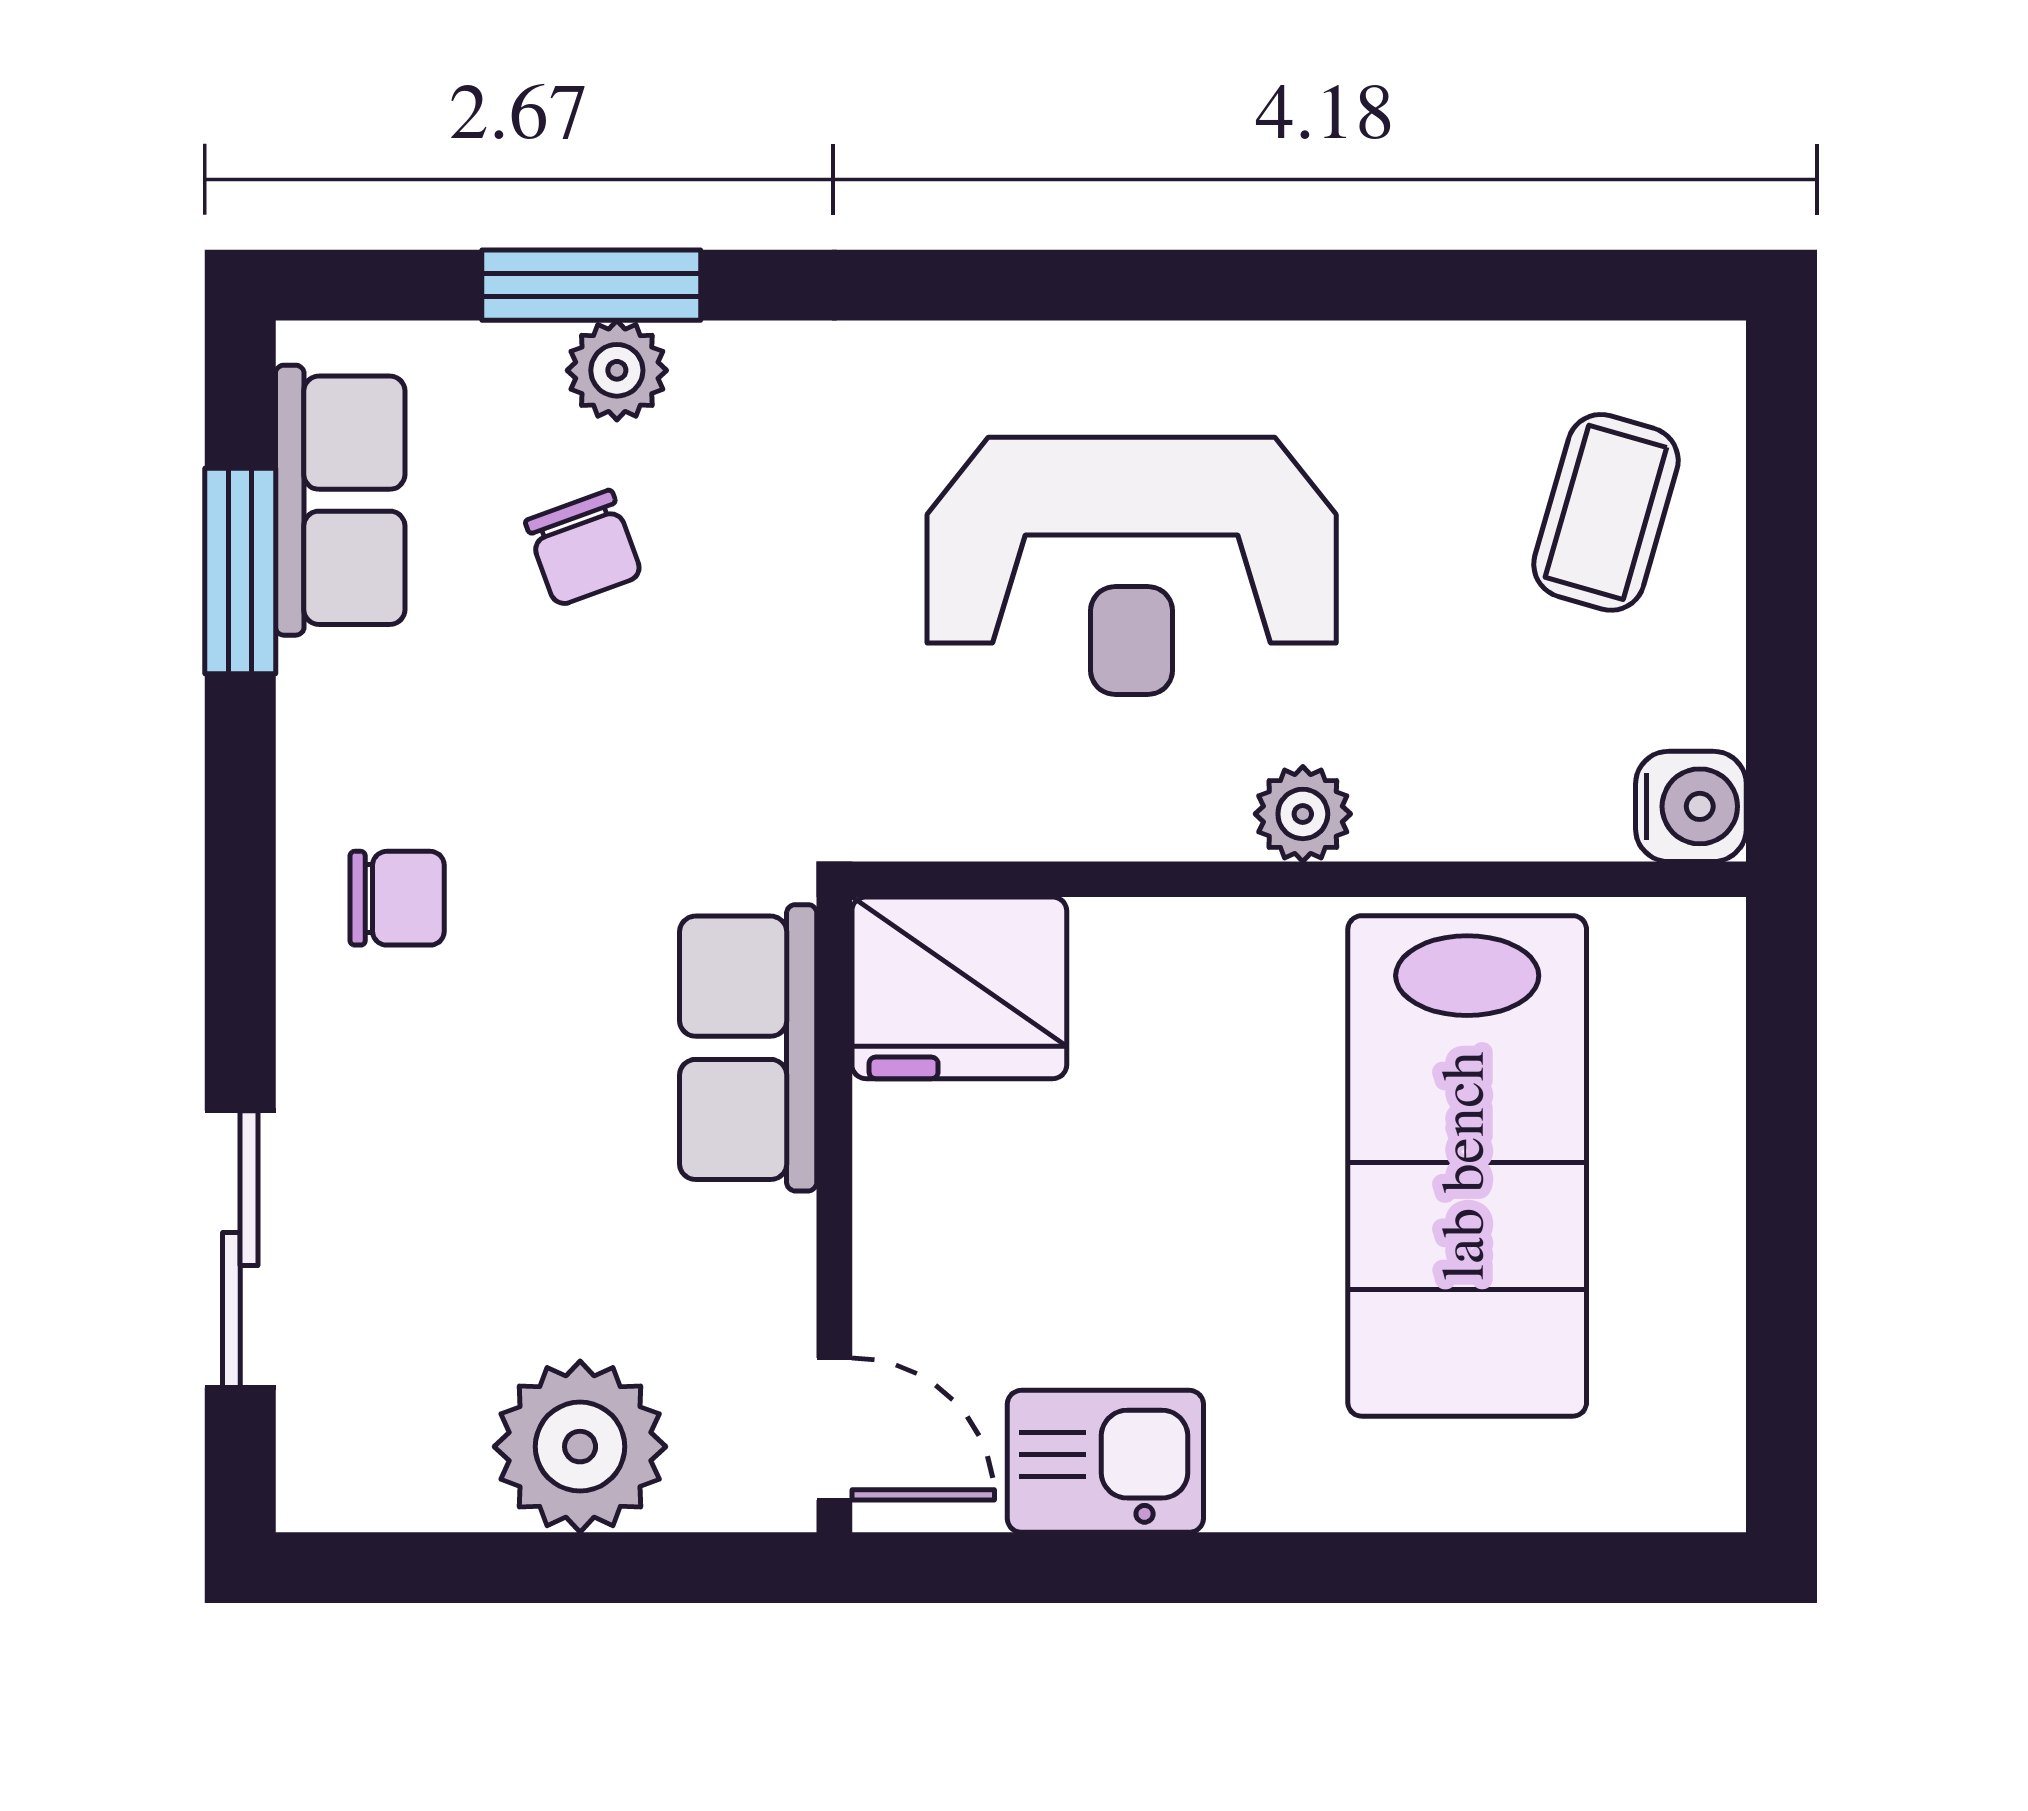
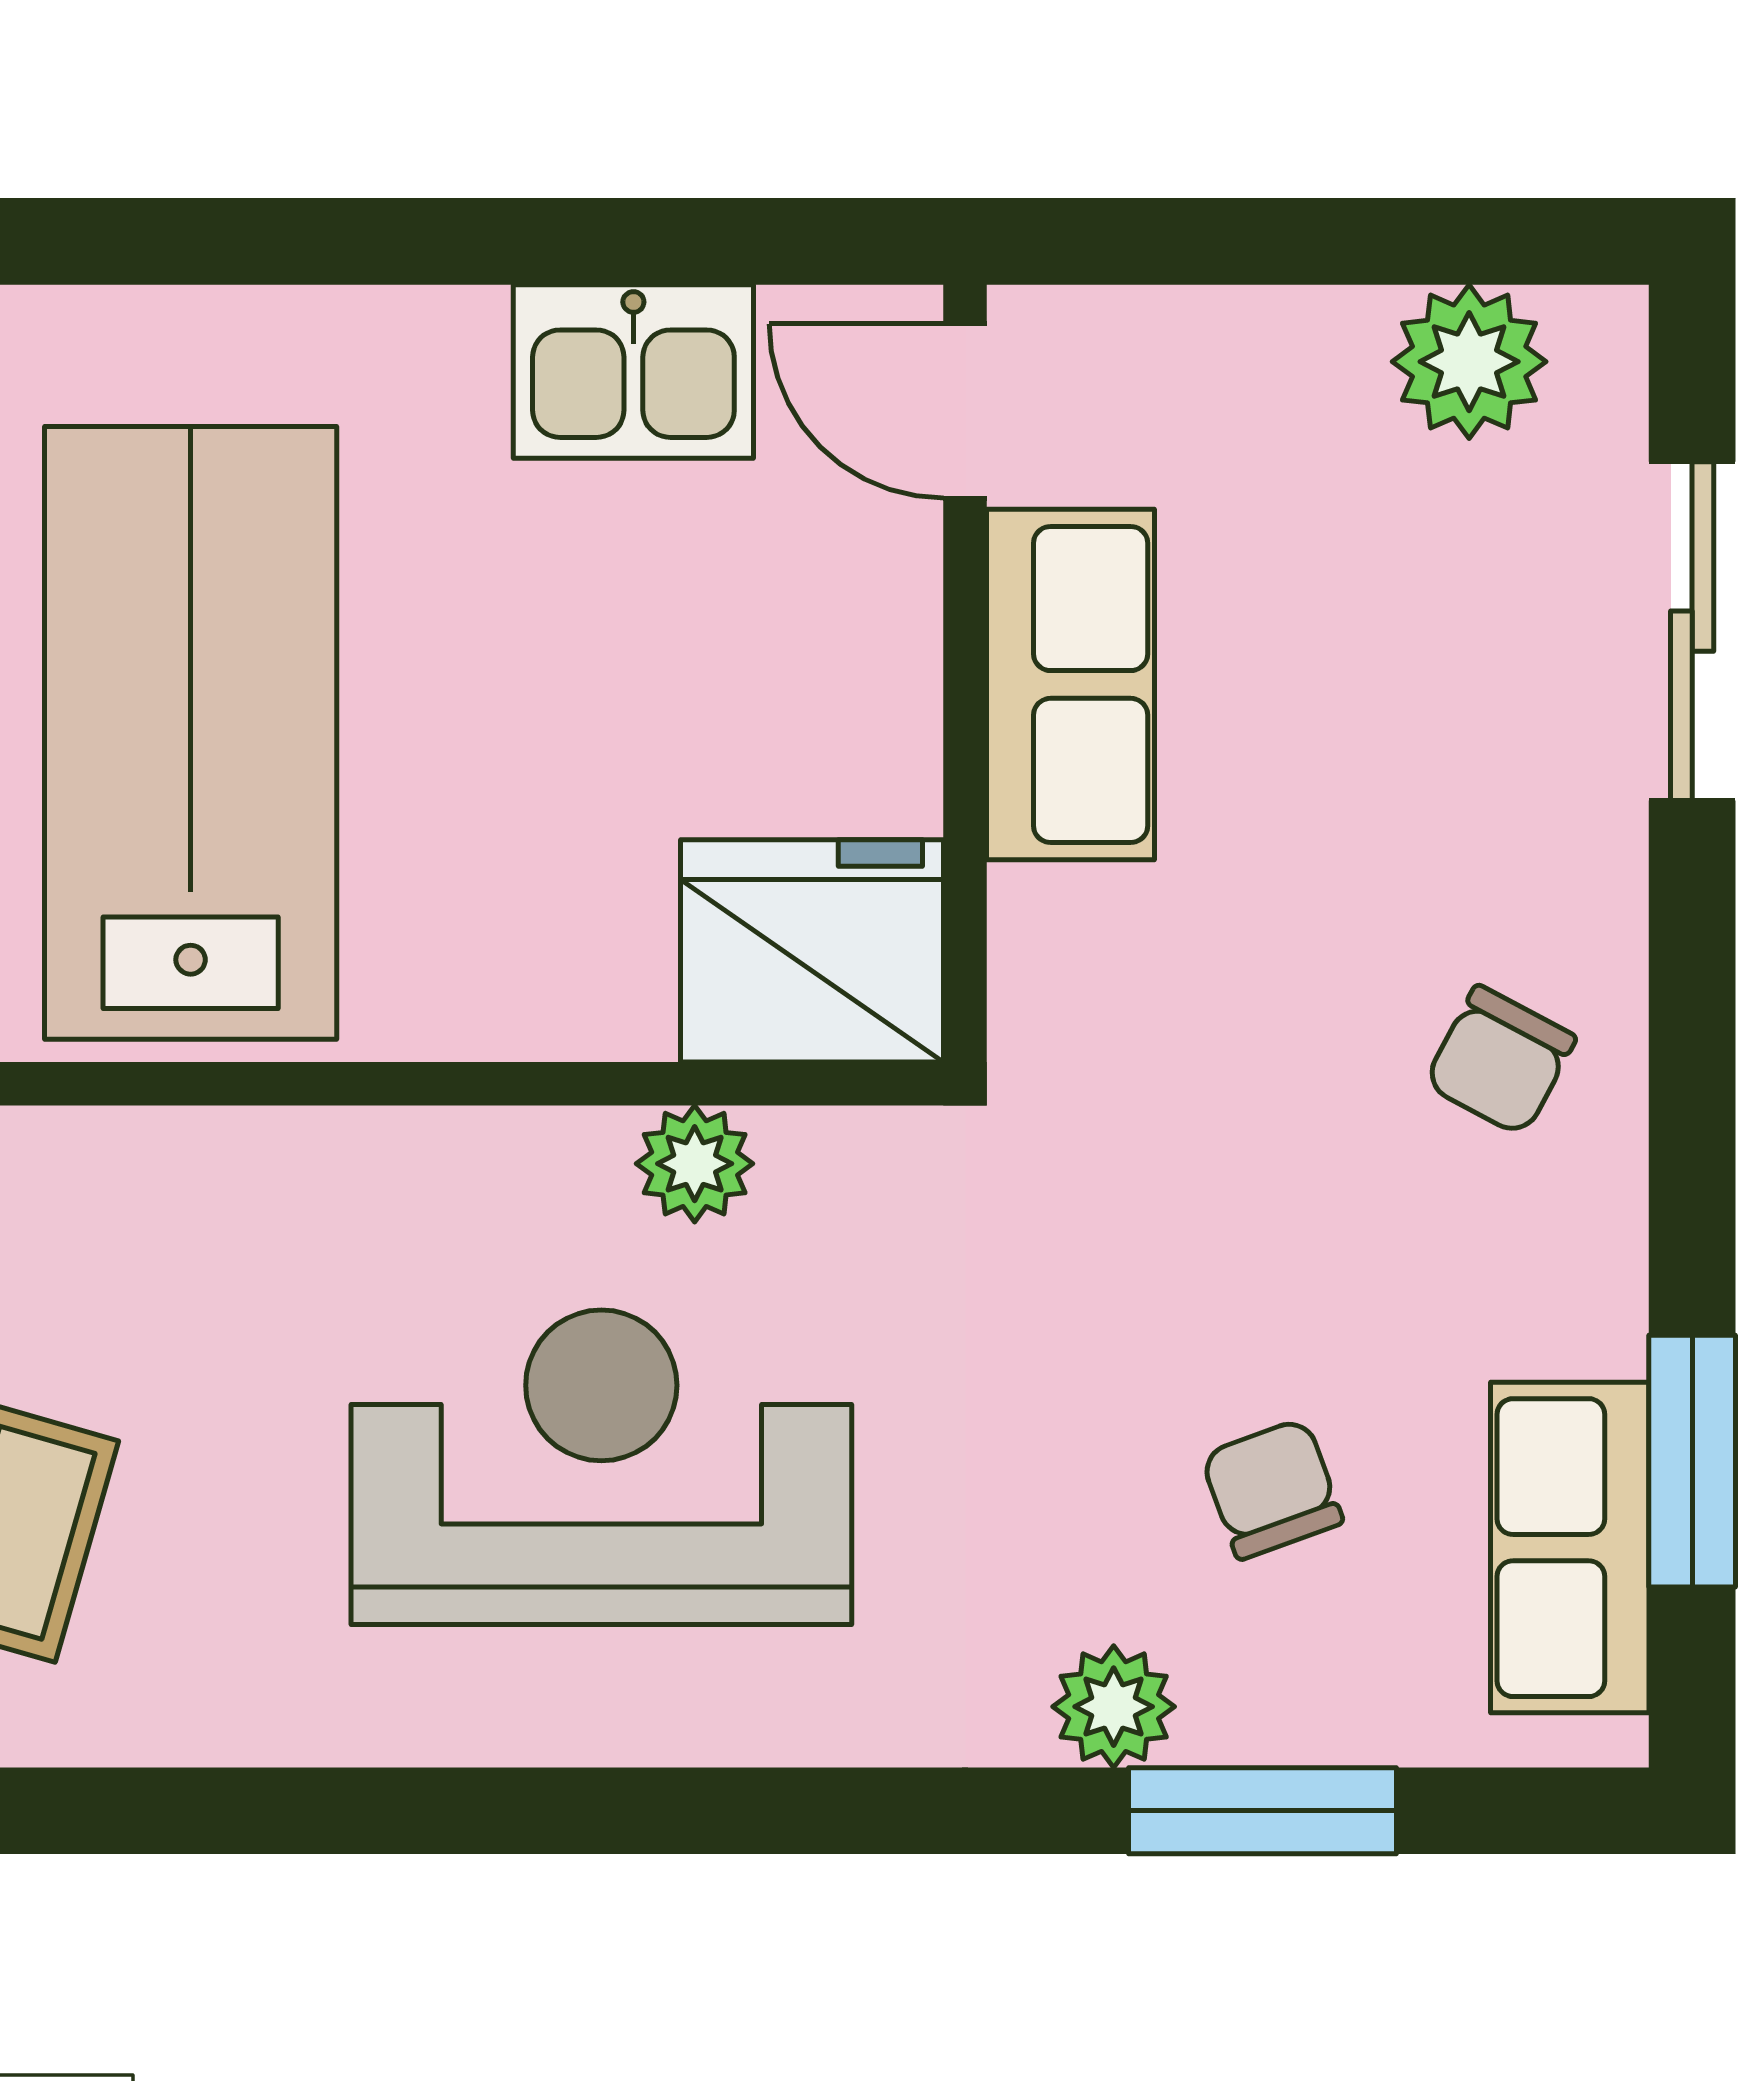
plant: (617, 370) -> (1114, 1707), moved
plant: (1303, 814) -> (695, 1164), moved
chair: (397, 898) -> (1500, 1061), turned -62
row of seats: (748, 1048) -> (1070, 684), moved
plant: (580, 1447) -> (1469, 362), moved, width x0.73, depth x0.73

